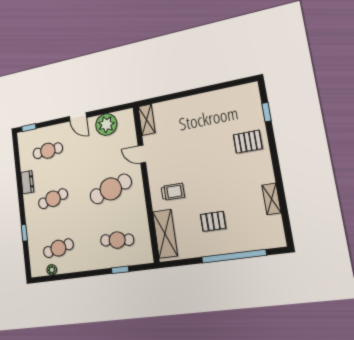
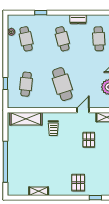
pallet: (213, 221) -> (89, 140), moved

